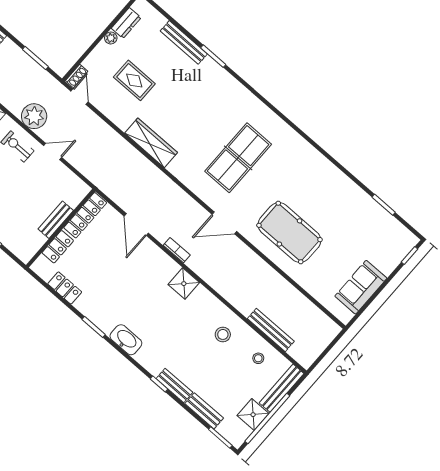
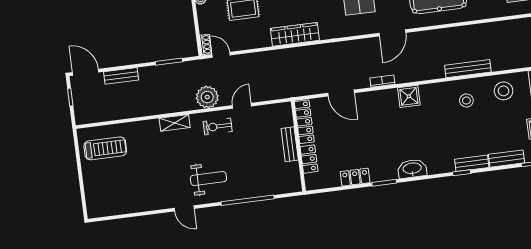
locker: (65, 288) -> (355, 177), moved
bench: (271, 330) -> (468, 69), moved
stool: (258, 358) -> (504, 91), width x1.89, depth x1.89

